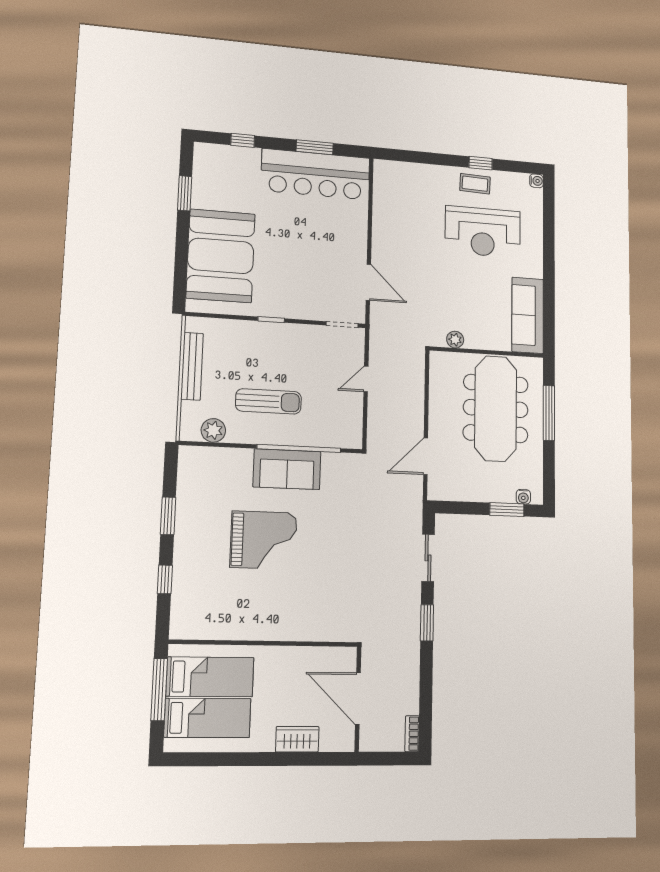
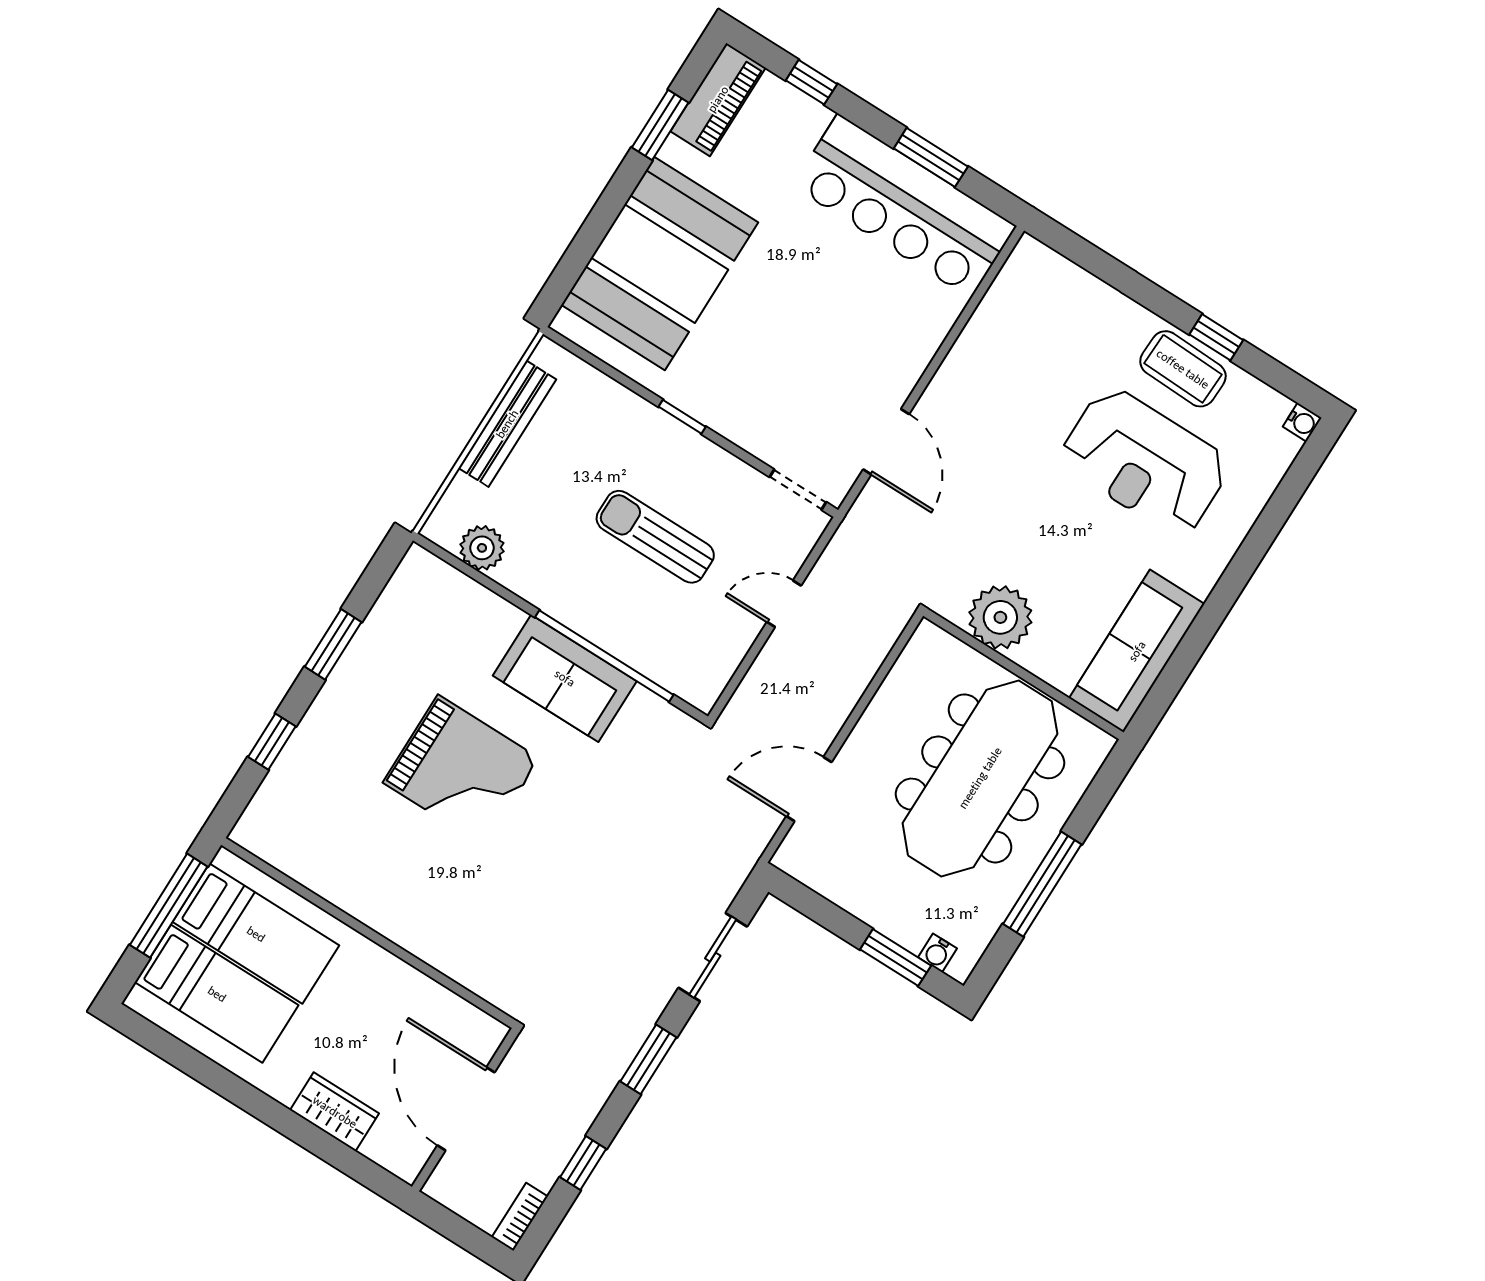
piano: (205, 169) -> (718, 99), added
coffee table: (475, 184) -> (1183, 369), width x1.36, depth x1.30
plant: (455, 340) -> (1000, 617), width x1.88, depth x1.88
sun lounger: (269, 401) -> (655, 537), moved, turned 180
window: (549, 413) -> (1042, 884), moved
window: (426, 690) -> (583, 1163), added

